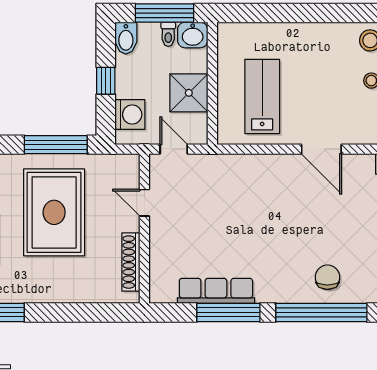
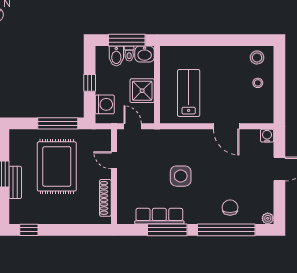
bidet: (126, 38) -> (116, 56), moved
side table: (250, 227) -> (181, 176), added

